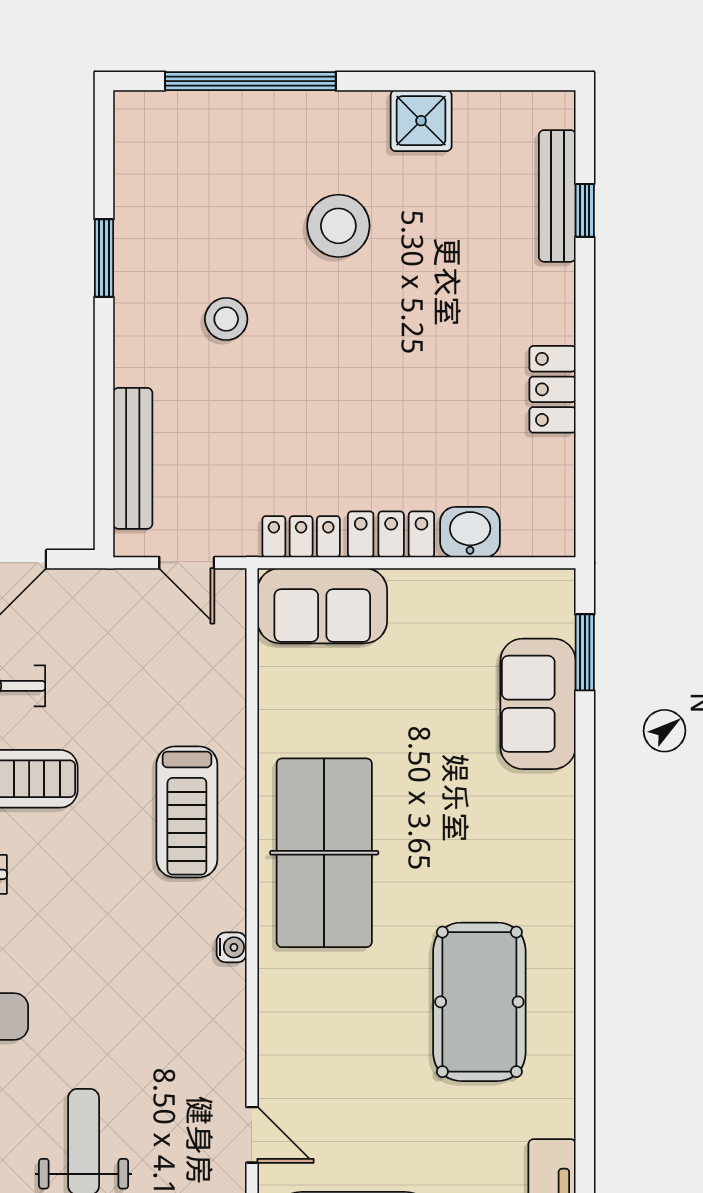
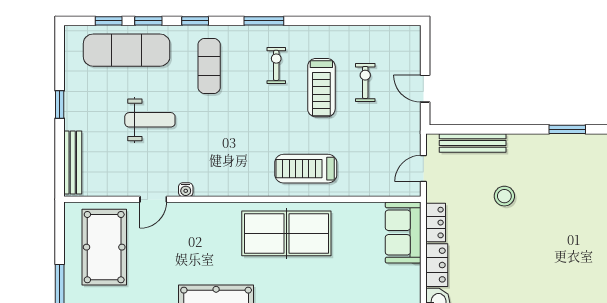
stool: (338, 226) -> (582, 240), removed
stool: (226, 319) -> (504, 196), moved
water cooler: (232, 947) -> (186, 190), moved

